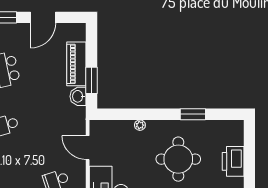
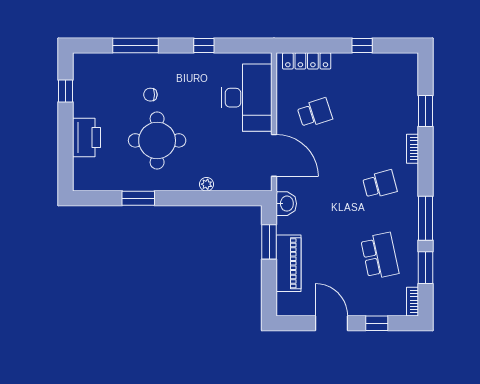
door: (43, 17) -> (332, 323), hinge flipped
washbasin: (78, 96) -> (286, 204), moved
door: (88, 148) -> (274, 155), width x1.36

